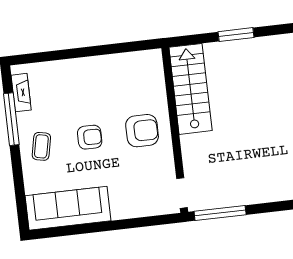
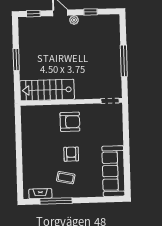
armchair: (142, 131) -> (70, 122), turned 90
coffee table: (41, 146) -> (66, 178), moved
window: (220, 213) -> (124, 61), moved

